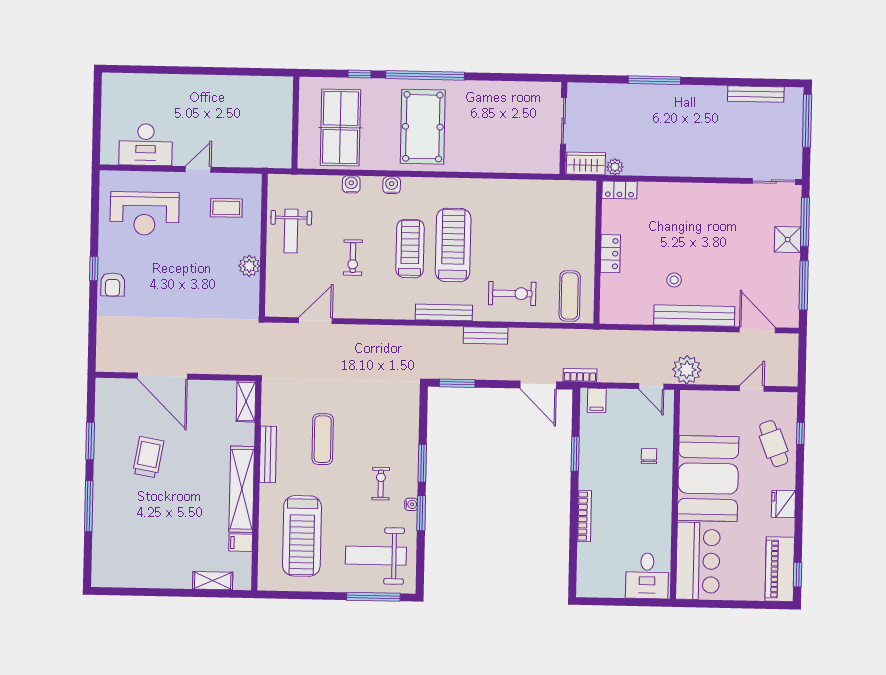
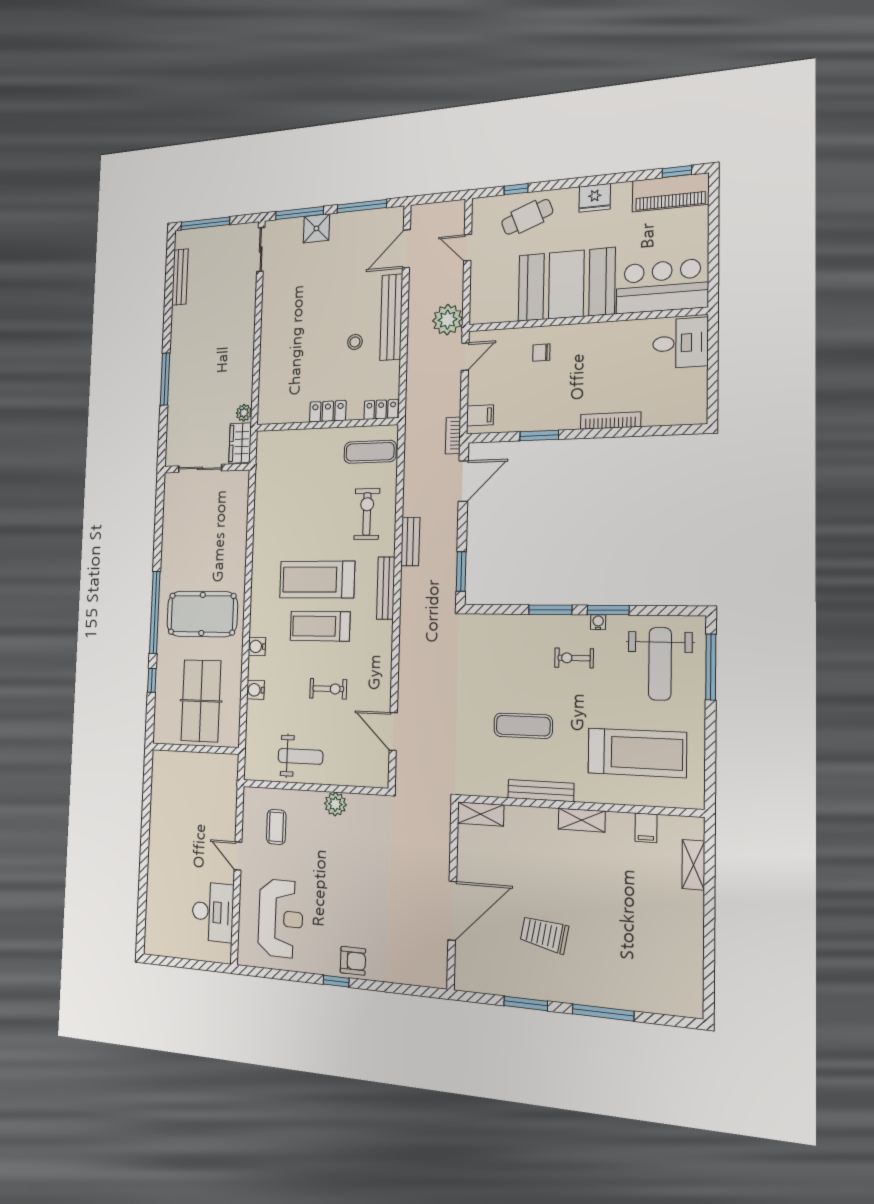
table tennis table: (340, 128) -> (201, 701), turned 90
locker: (620, 190) -> (381, 409), moved, turned -90
shelving: (242, 489) -> (582, 820), width x0.45, depth x0.75

